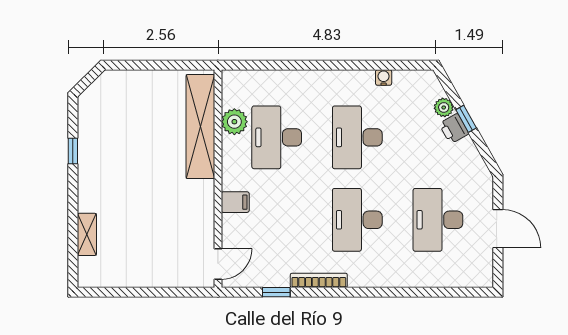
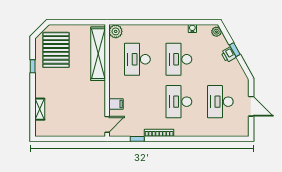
plant: (444, 107) -> (216, 32), moved
pallet: (118, 119) -> (56, 50), added
plant: (234, 122) -> (116, 31), moved
filing cabinet: (235, 202) -> (116, 104), moved

